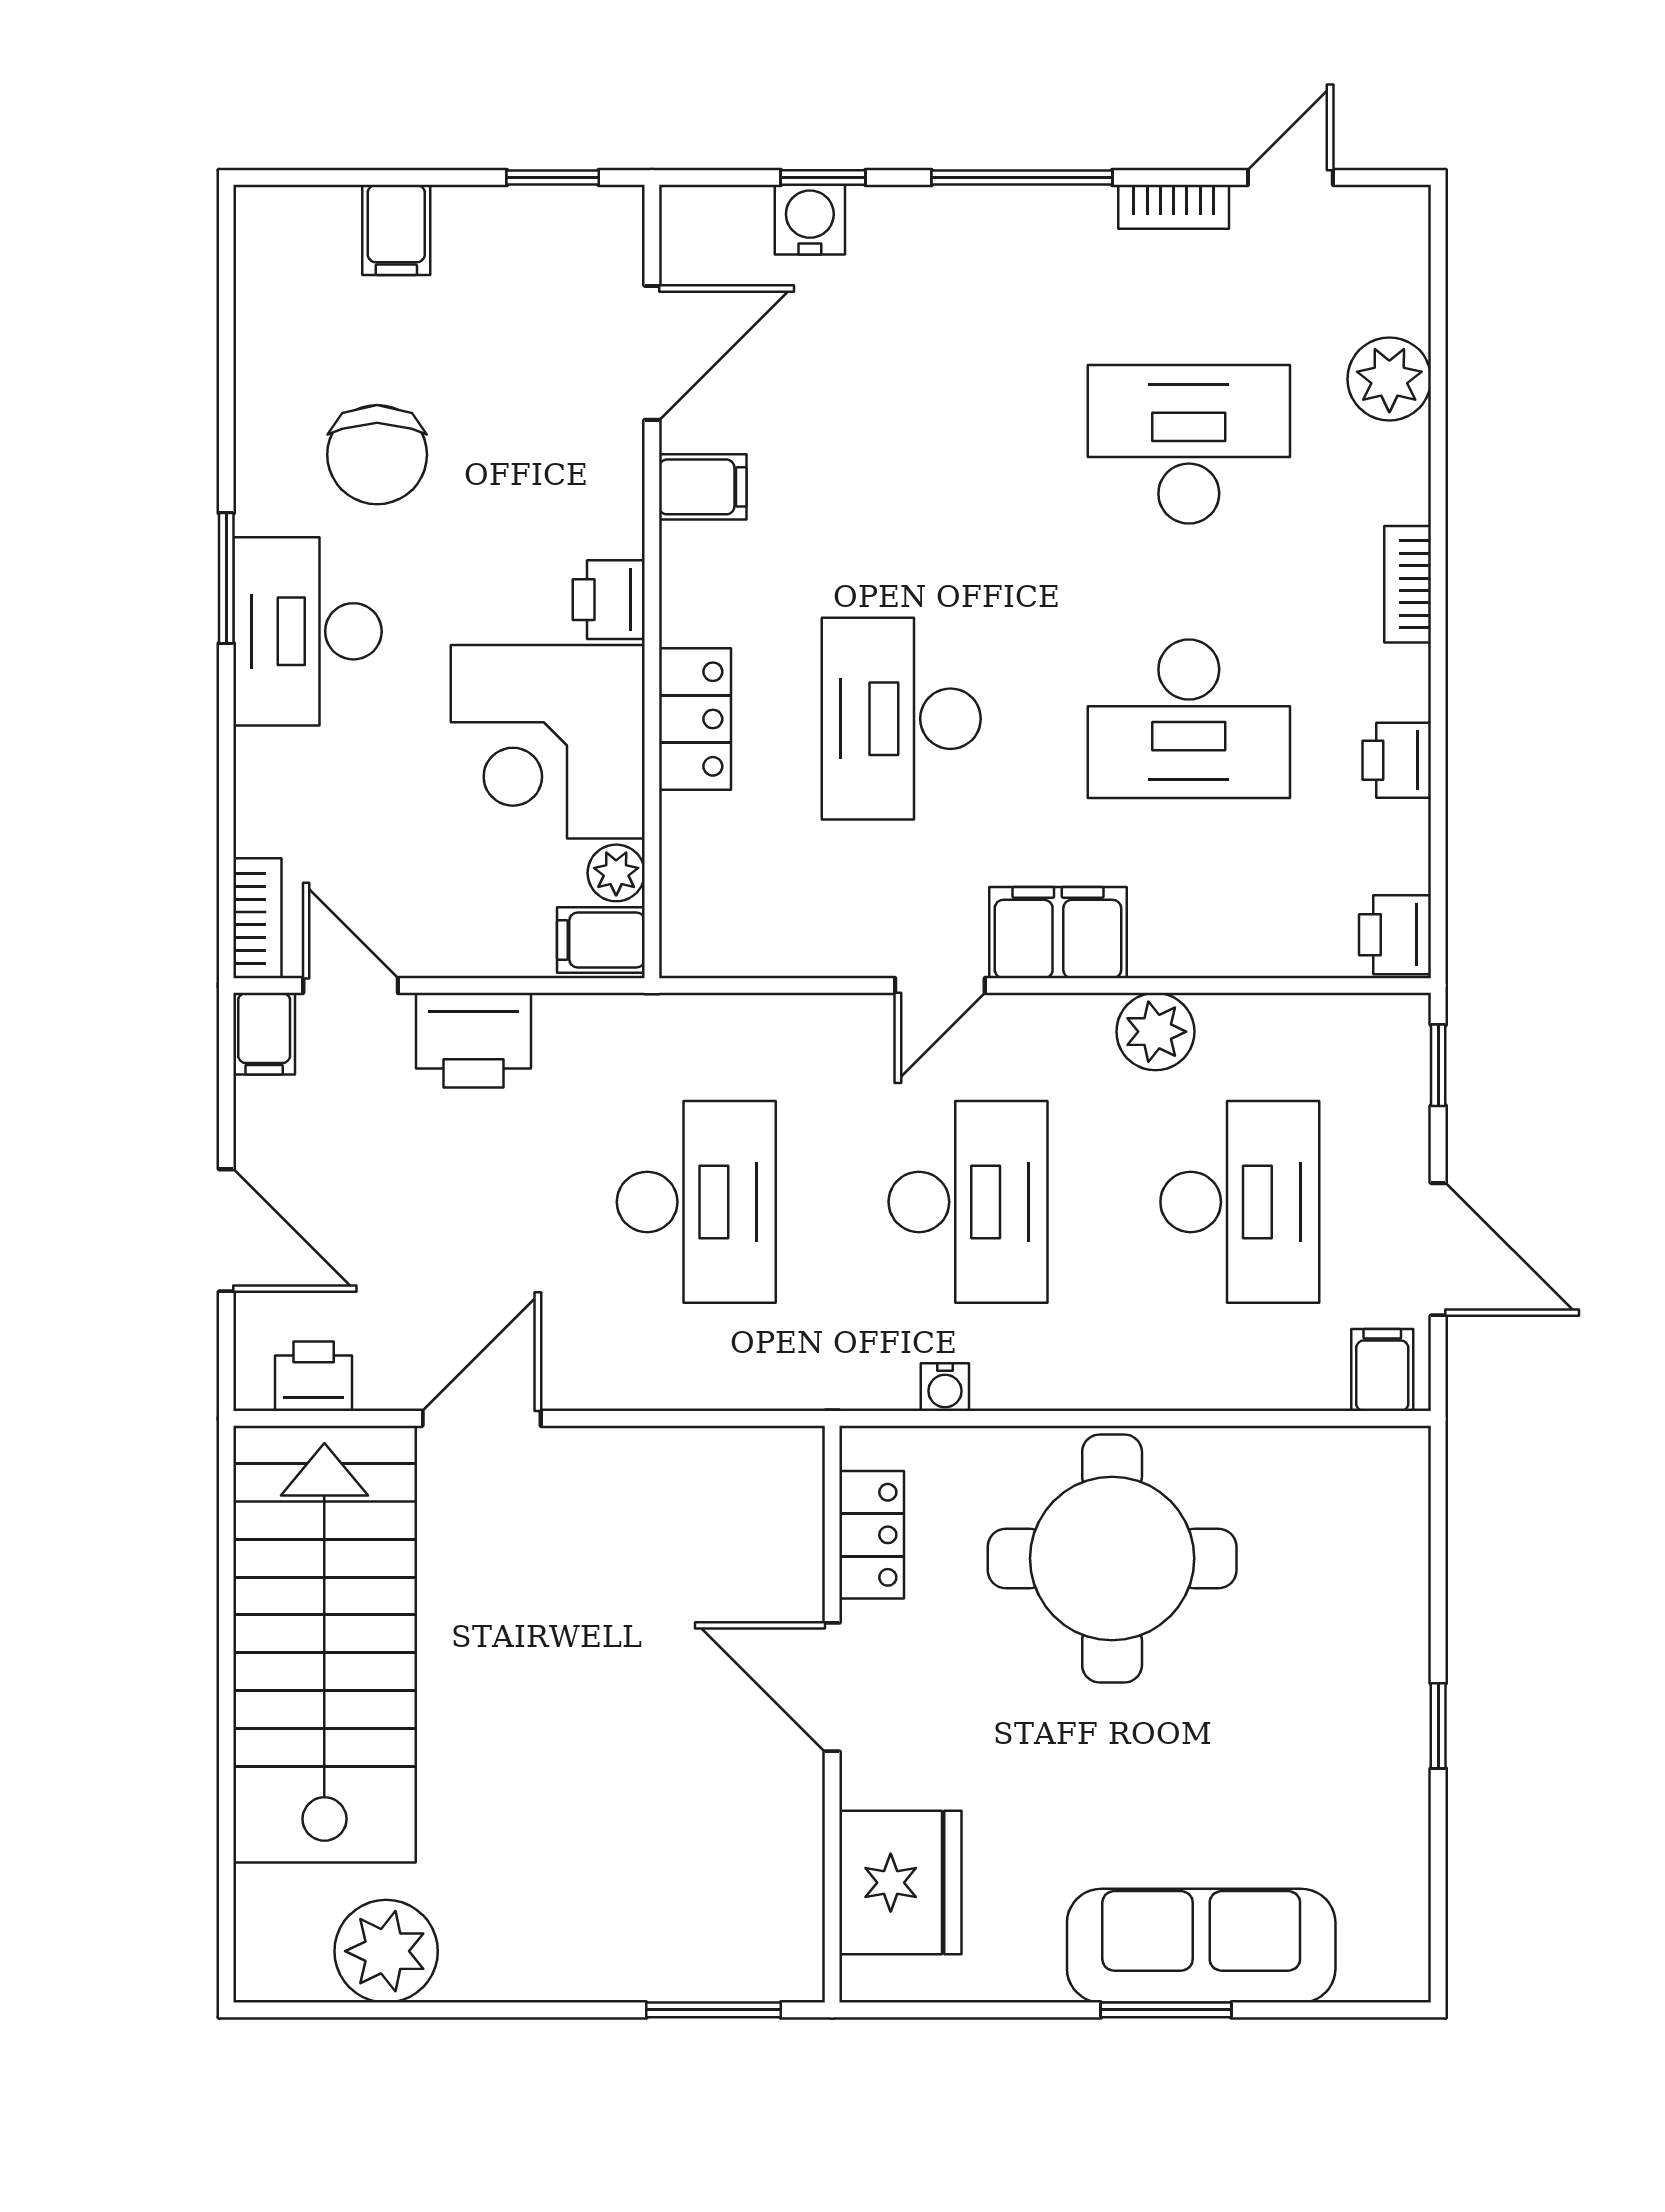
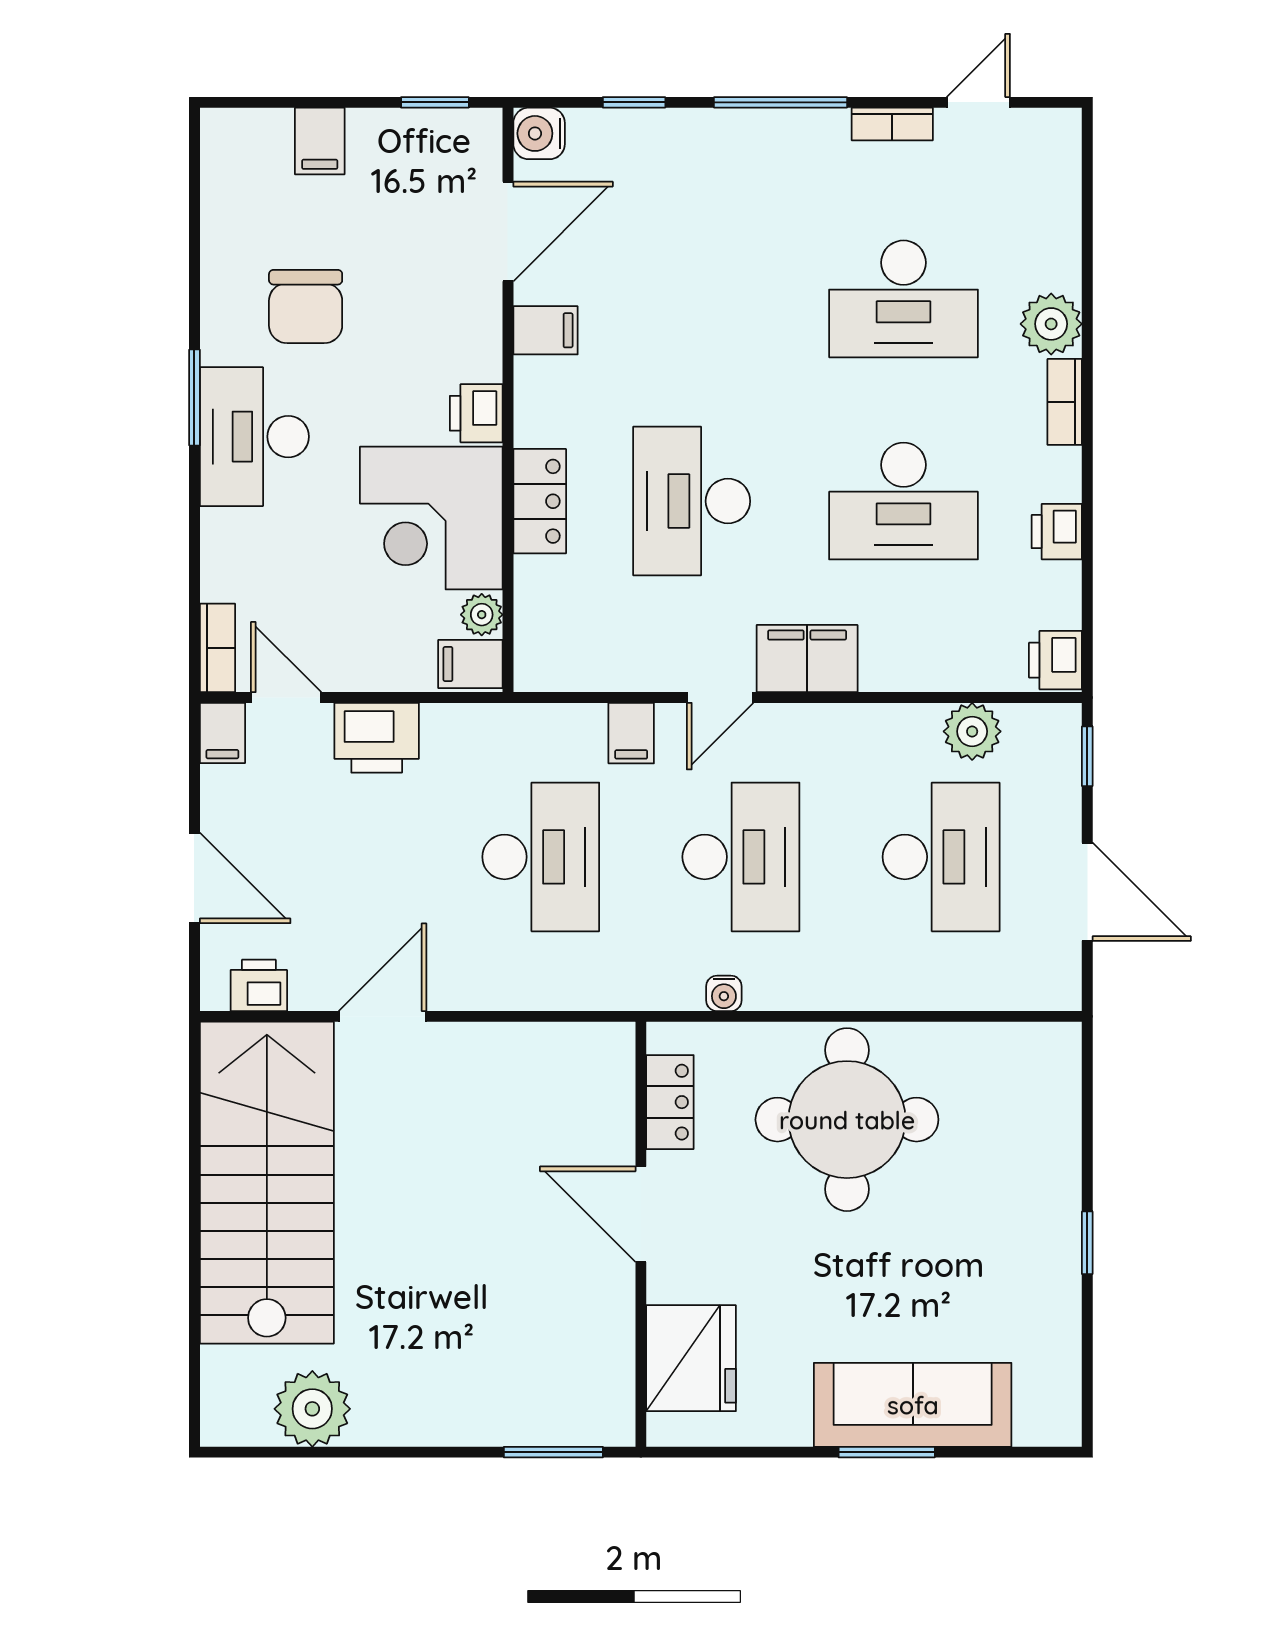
water cooler: (810, 220) -> (539, 133), moved, turned -90
plant: (1389, 379) -> (1051, 324), moved
desk: (1189, 444) -> (903, 299), turned 180
plant: (1155, 1032) -> (972, 731), moved
filing cabinet: (1382, 1370) -> (631, 733), moved, turned 180

